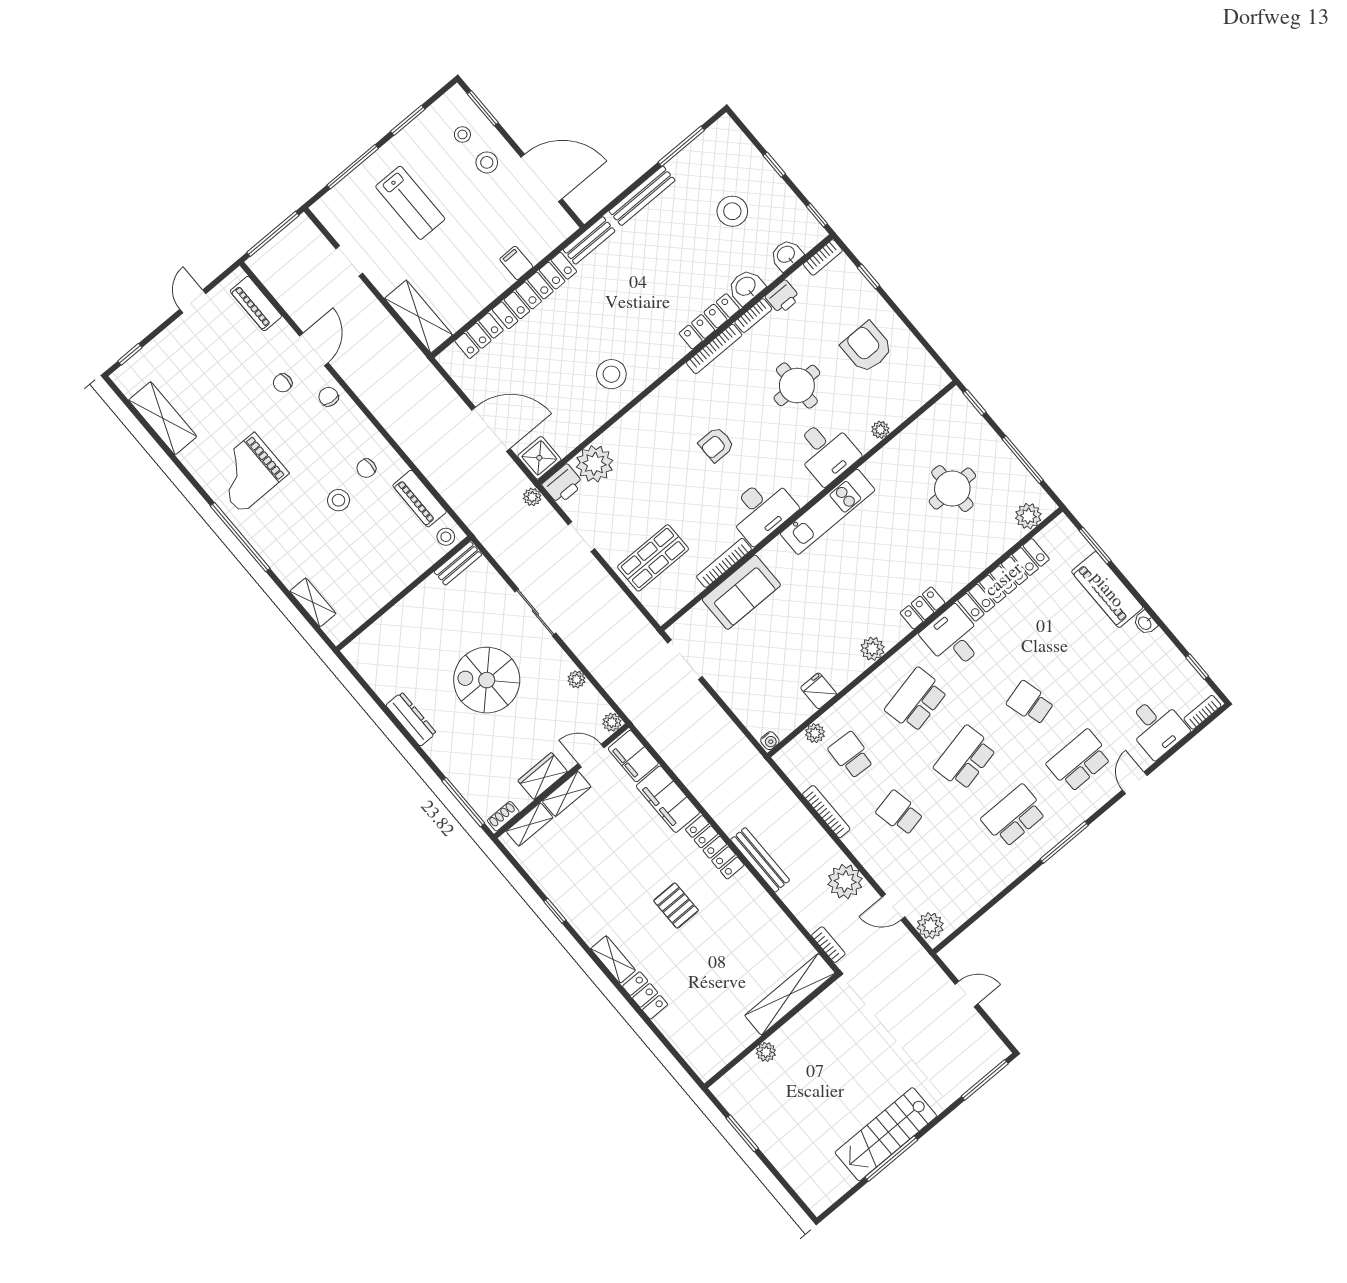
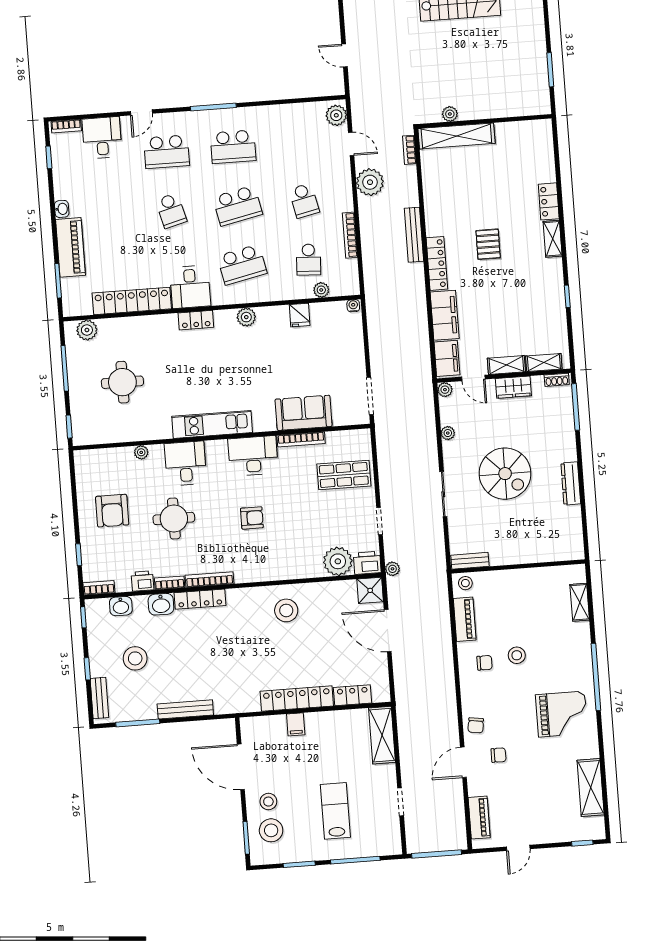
stool: (462, 134) -> (271, 830), width x1.89, depth x1.89
bench: (589, 240) -> (99, 698), moved, turned 90
plant: (766, 1052) -> (450, 114), moved

